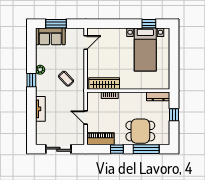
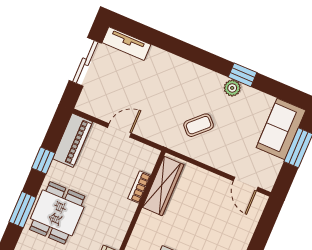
window: (31, 80) -> (242, 75), moved
tv unit: (40, 109) -> (126, 44), moved
window: (146, 149) -> (23, 210), width x0.69

